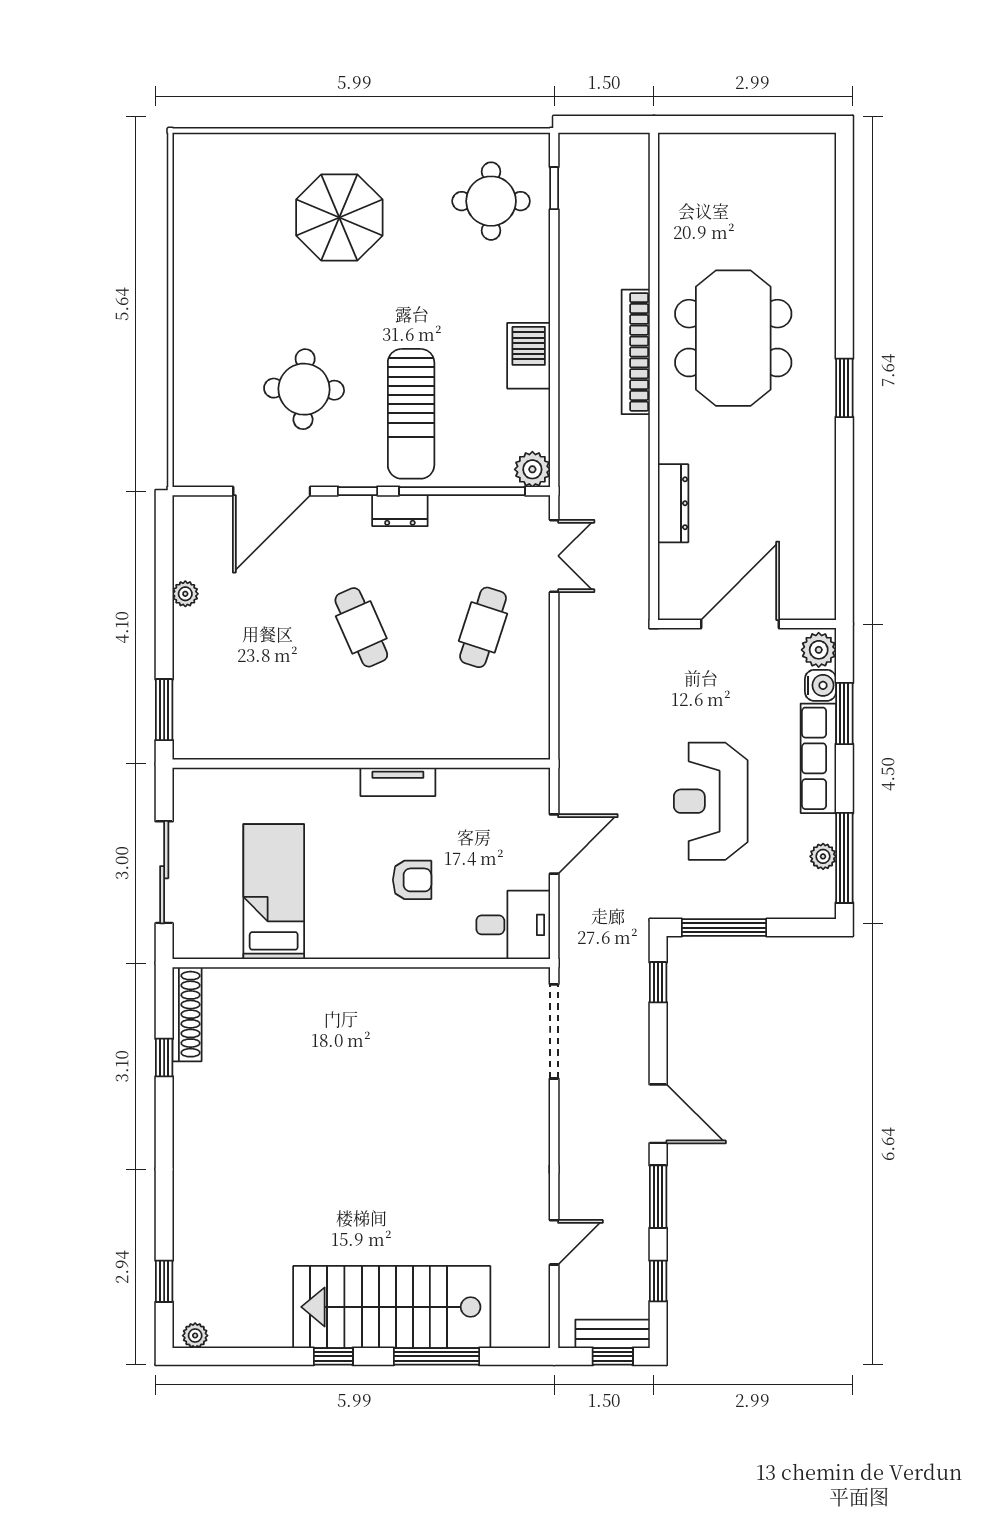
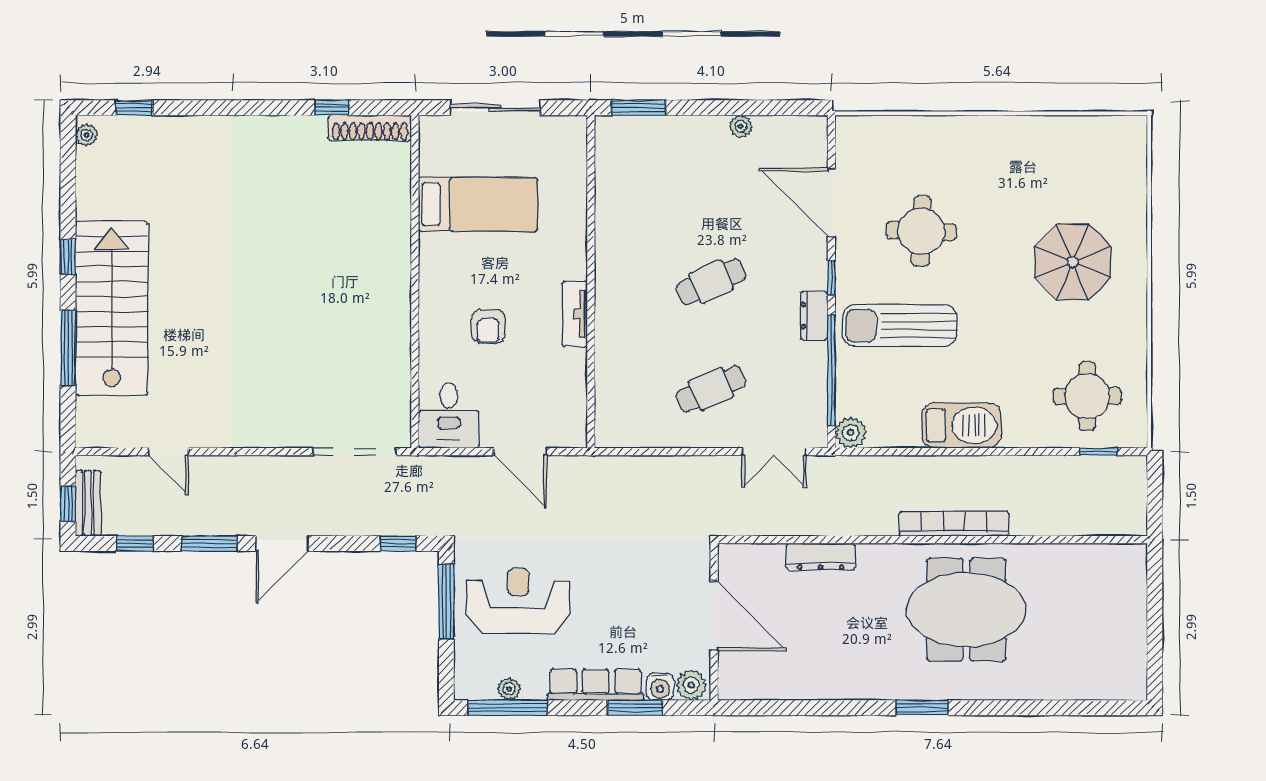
barbecue: (529, 356) -> (961, 425), width x1.37, depth x1.21
cafe table: (483, 627) -> (711, 389), turned -42
reception desk: (711, 801) -> (518, 601), moved

